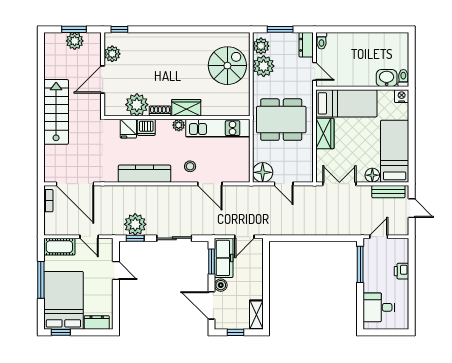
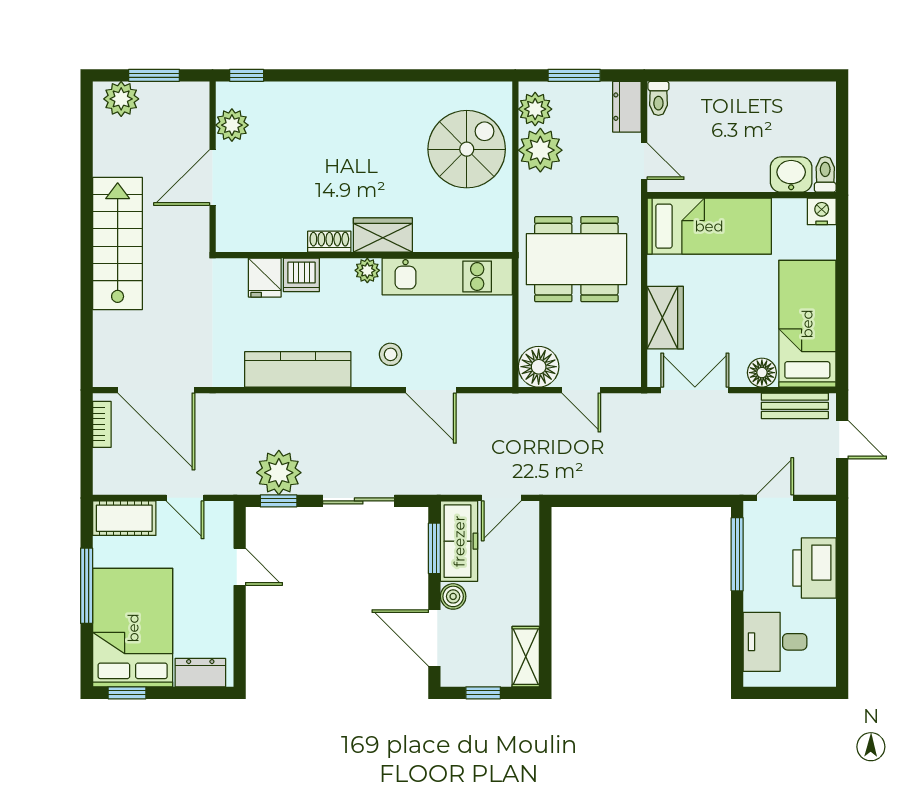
plant: (75, 41) -> (121, 99), moved
plant: (137, 105) -> (282, 229), removed
wardrobe: (325, 134) -> (665, 318), moved
printer: (401, 271) -> (814, 568), width x1.87, depth x1.48

